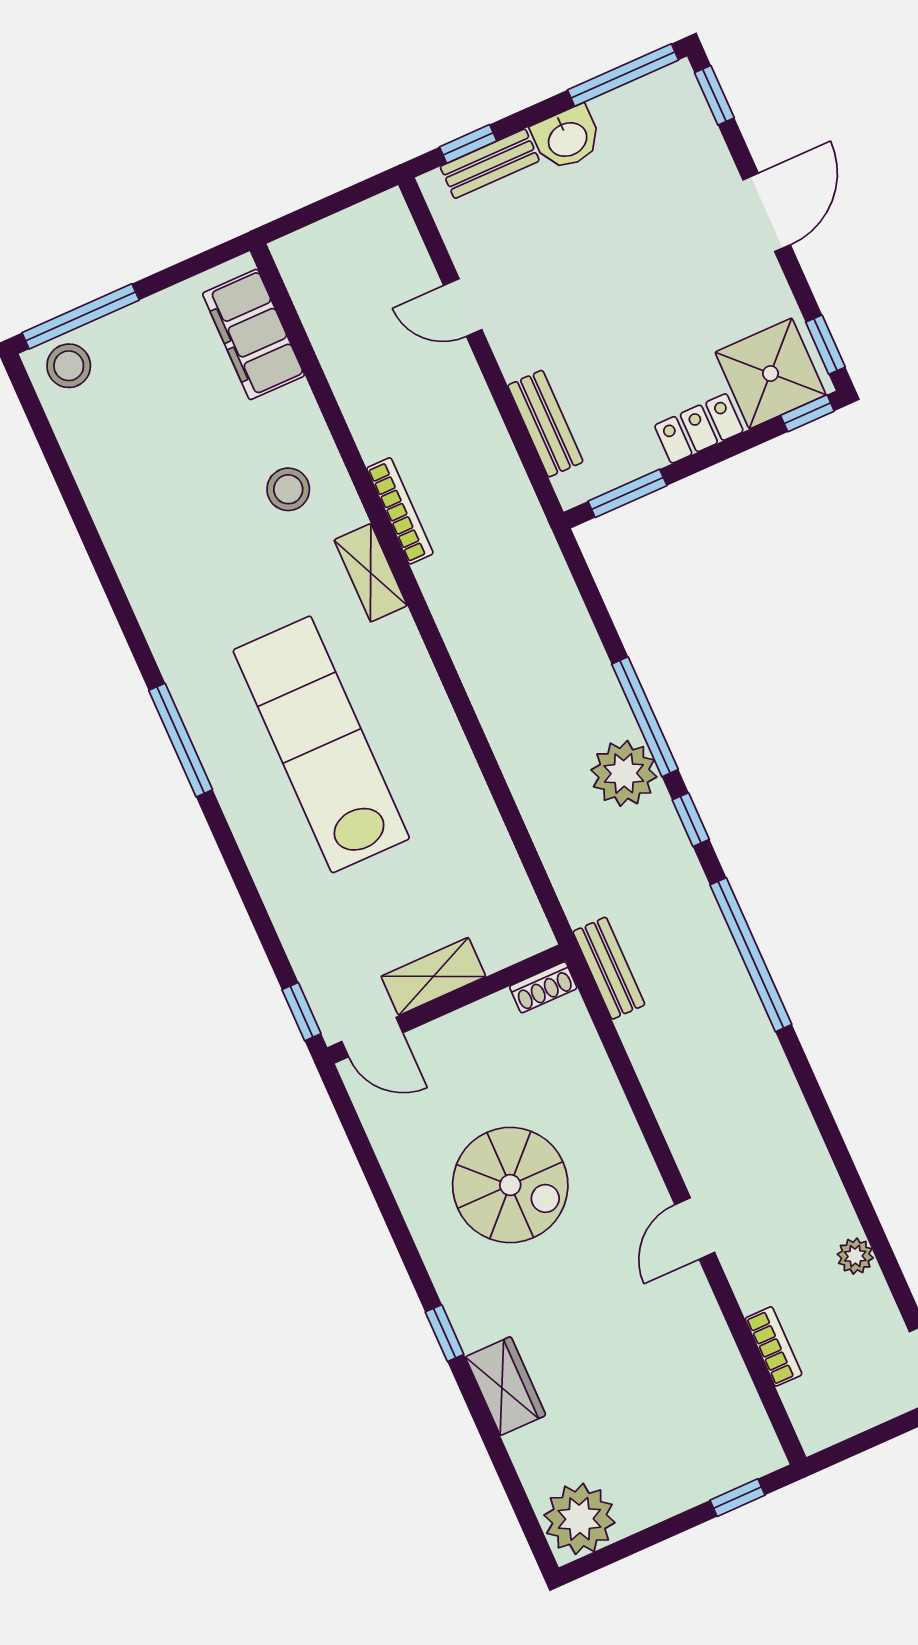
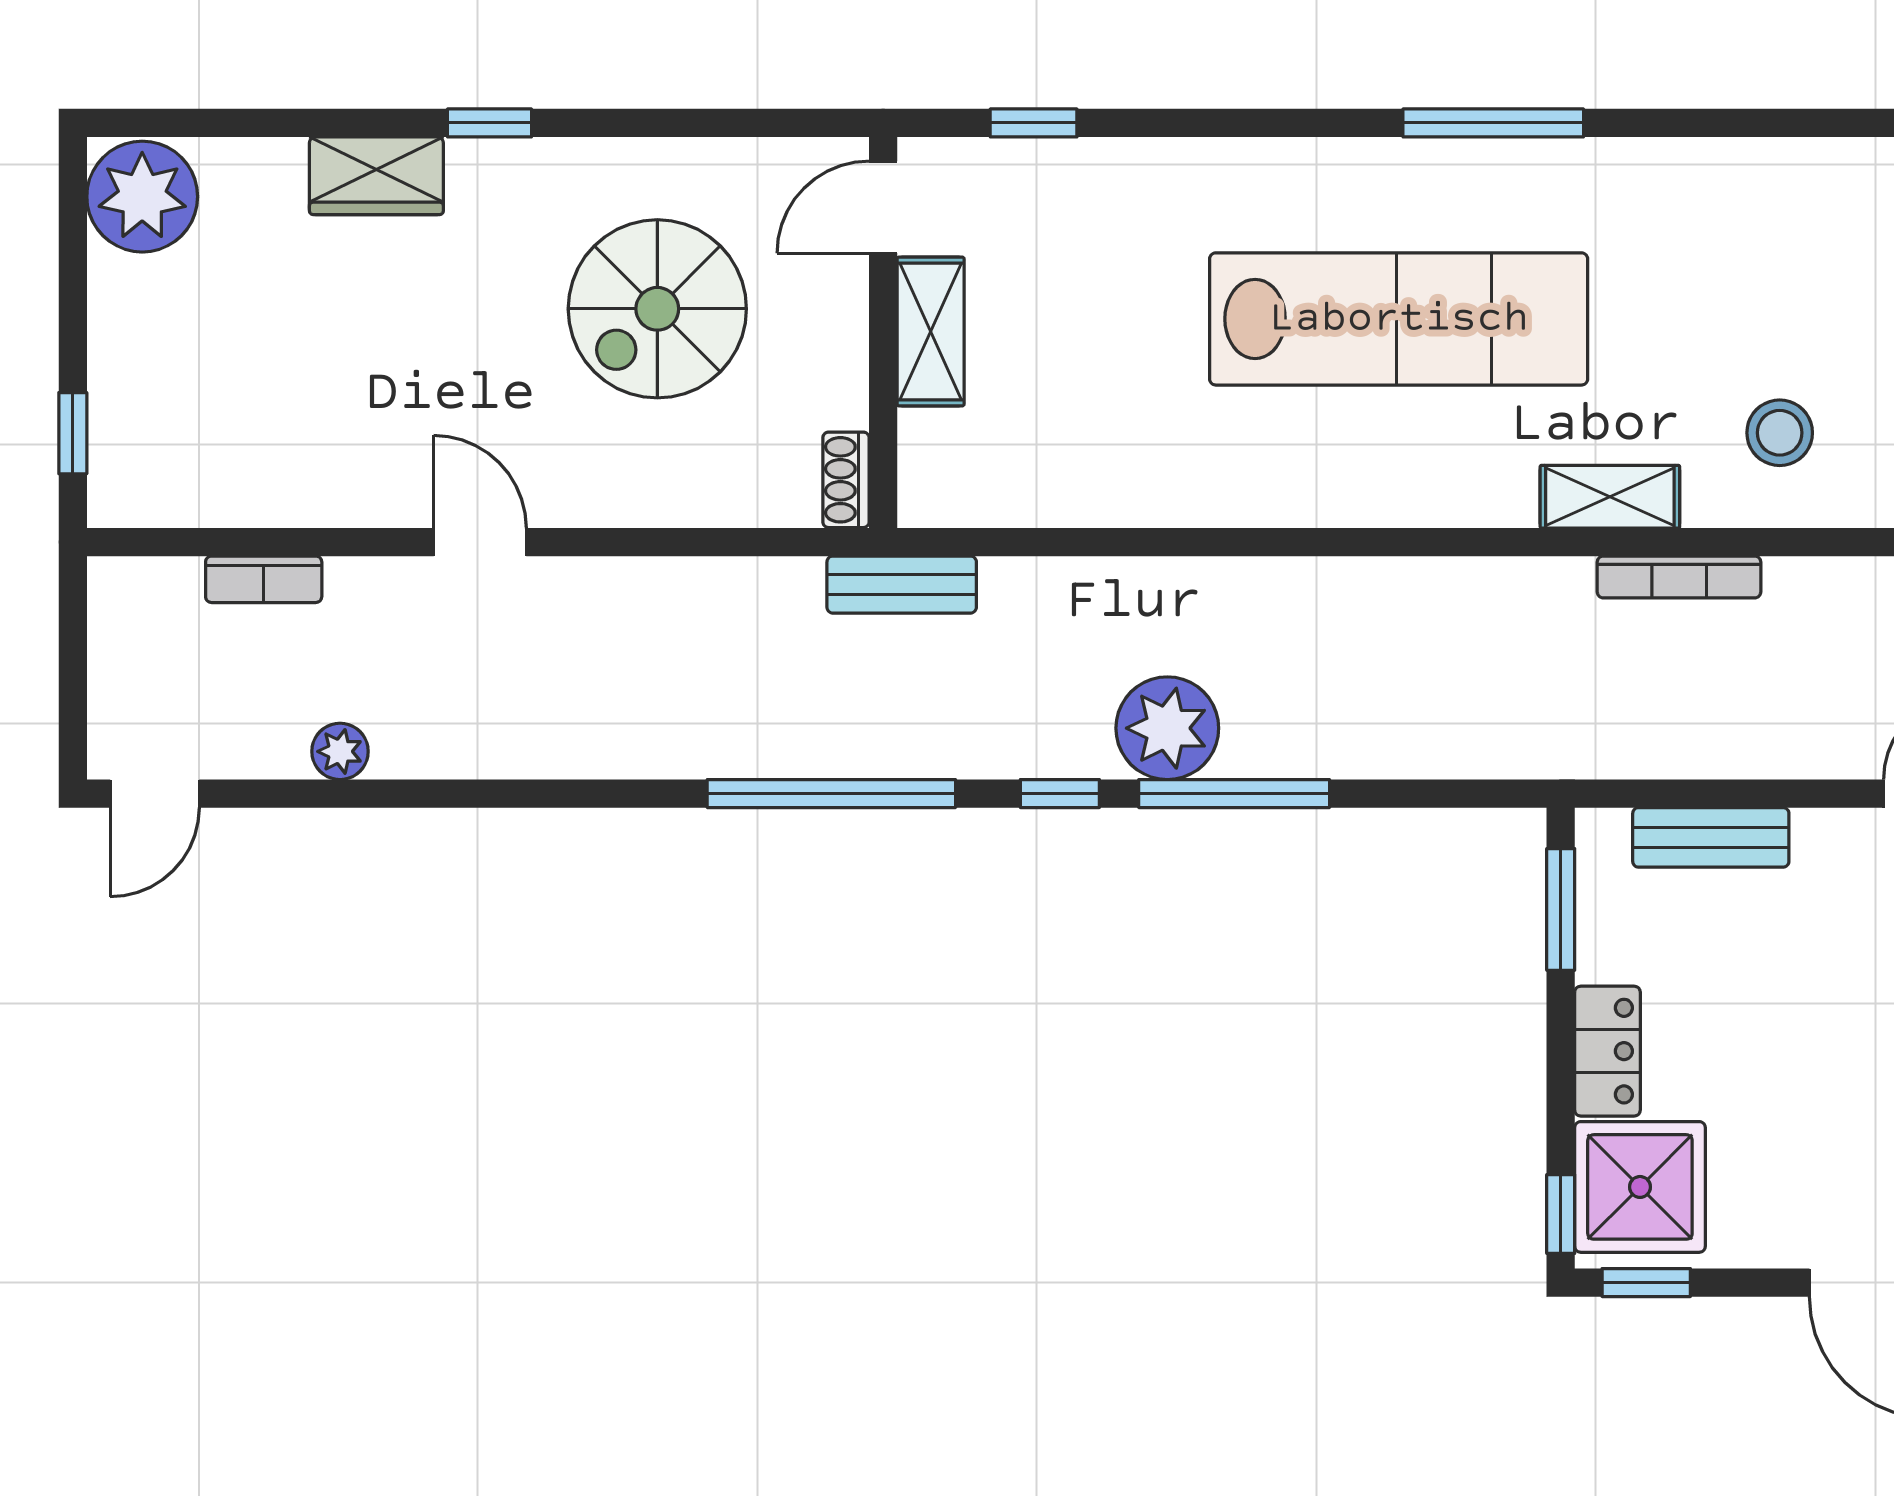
shelving: (433, 976) -> (931, 332), moved
shoe rack: (543, 987) -> (846, 480), moved
wall: (446, 1004) -> (883, 333), moved
door: (372, 1037) -> (883, 207), moved

